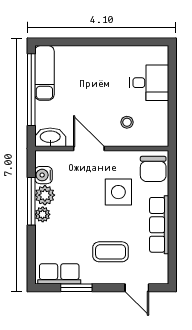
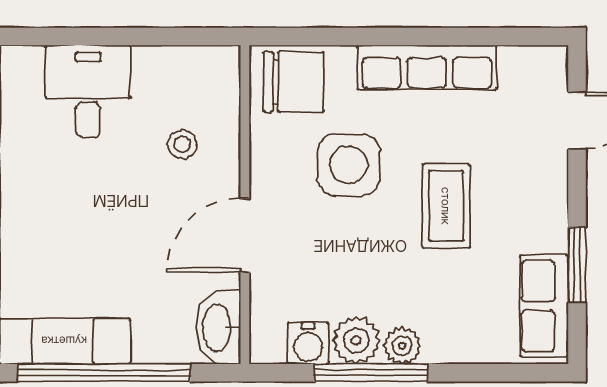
coffee table: (111, 252) -> (446, 206), moved

